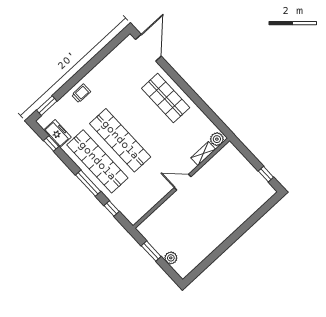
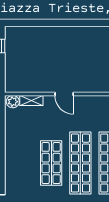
shop shelf: (166, 98) -> (51, 163), moved

